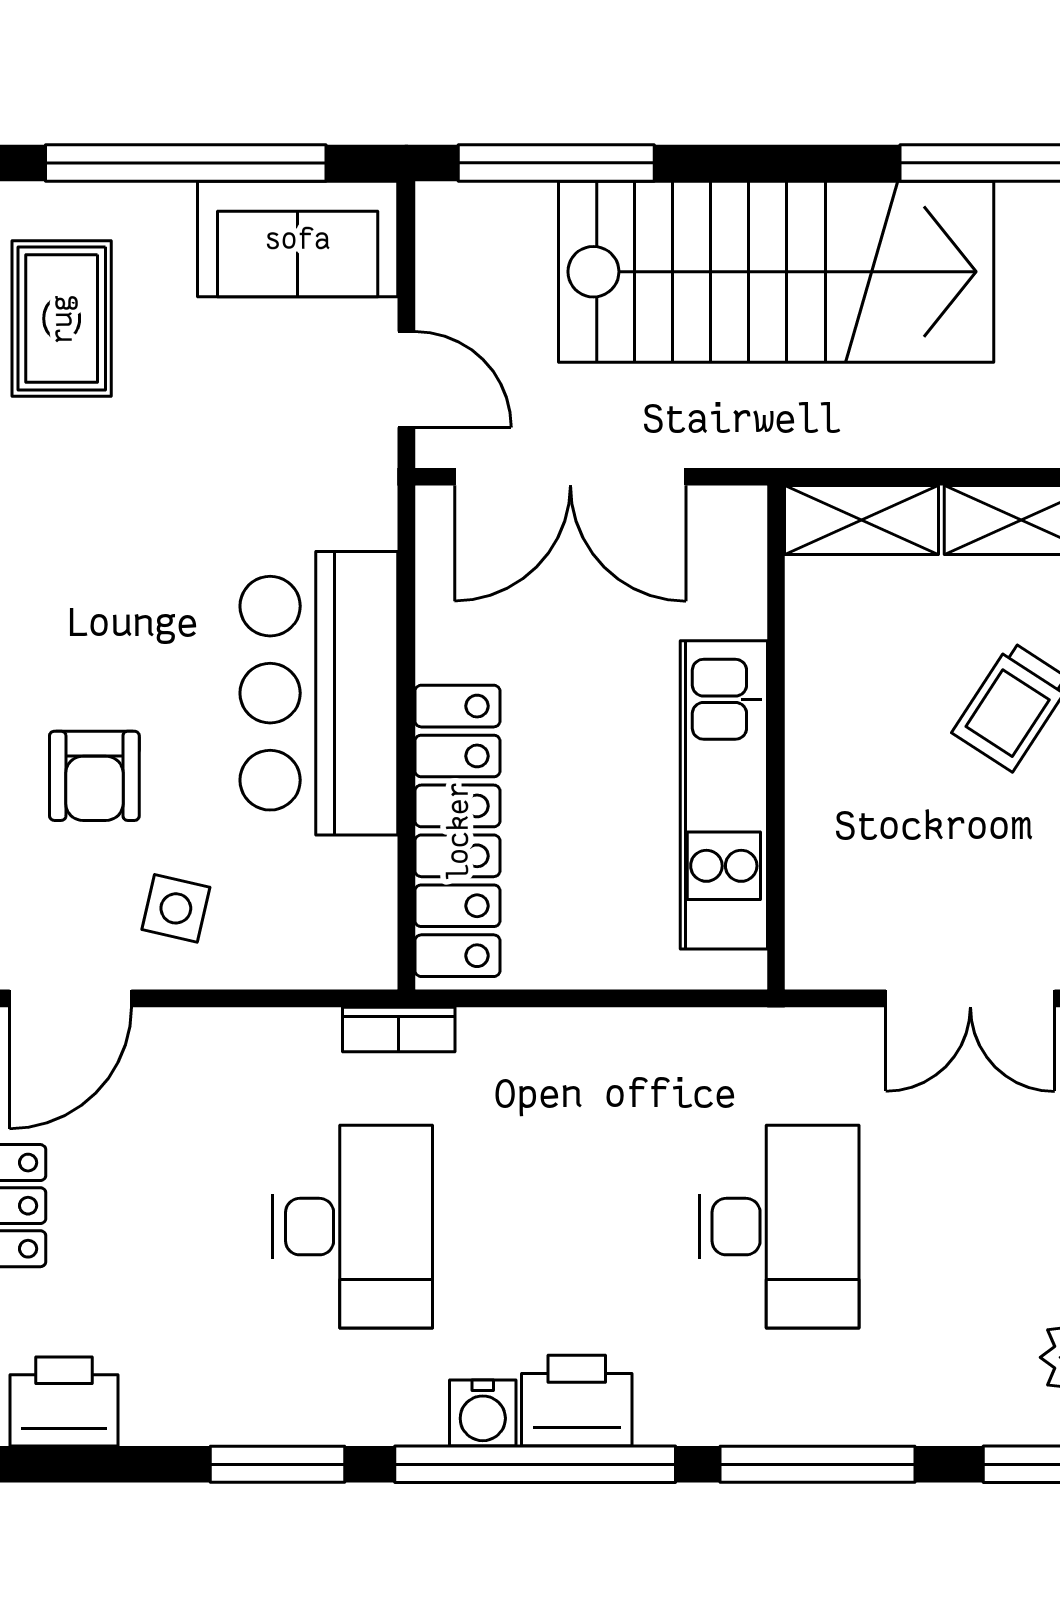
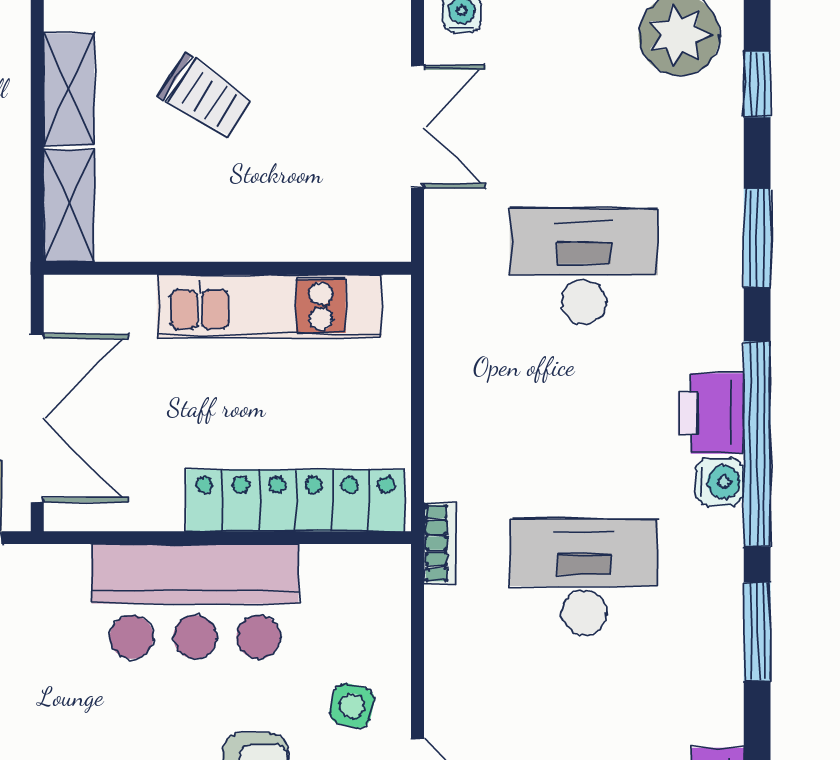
window: (818, 1464) -> (757, 238), width x0.69

